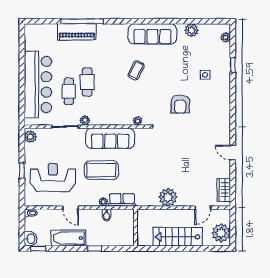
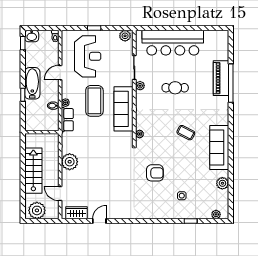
cafe table: (69, 91) -> (167, 71), removed
armchair: (180, 104) -> (155, 173), turned 180
door: (233, 153) -> (99, 221), moved
bathtub: (68, 238) -> (32, 83), moved

